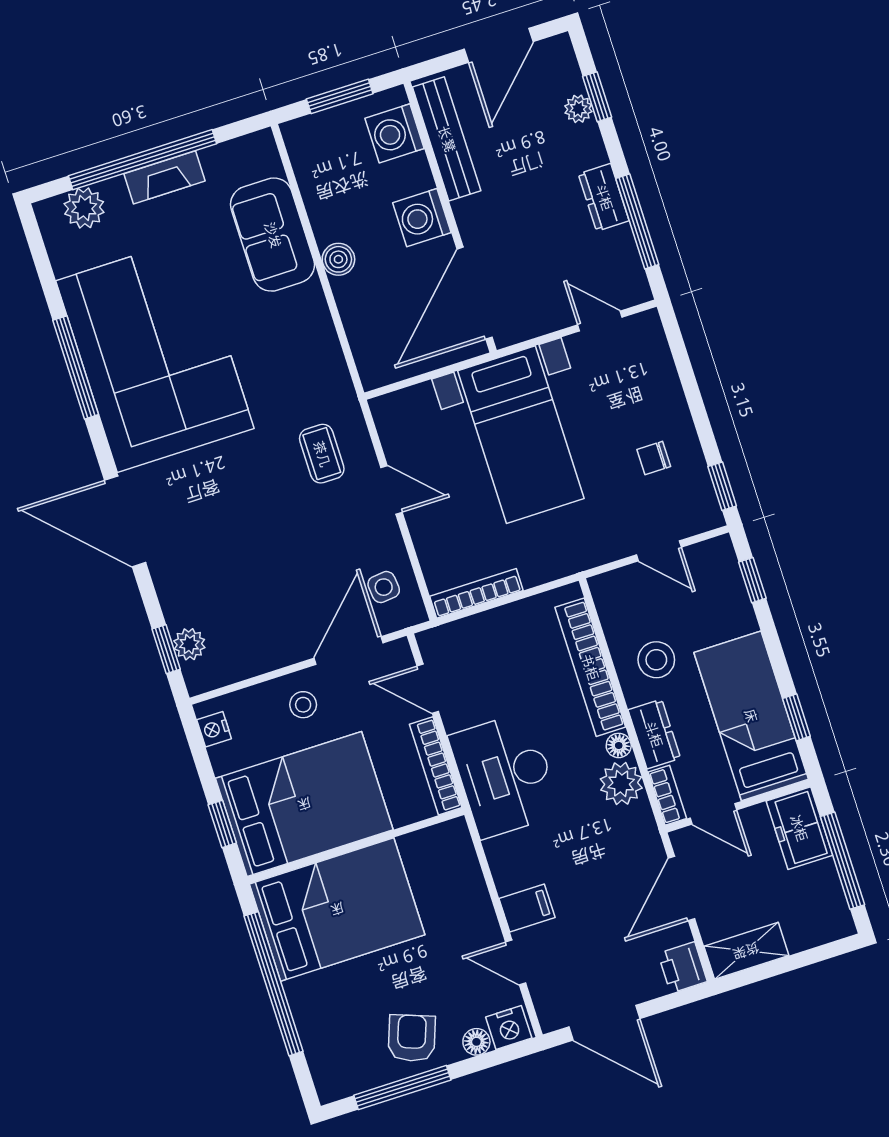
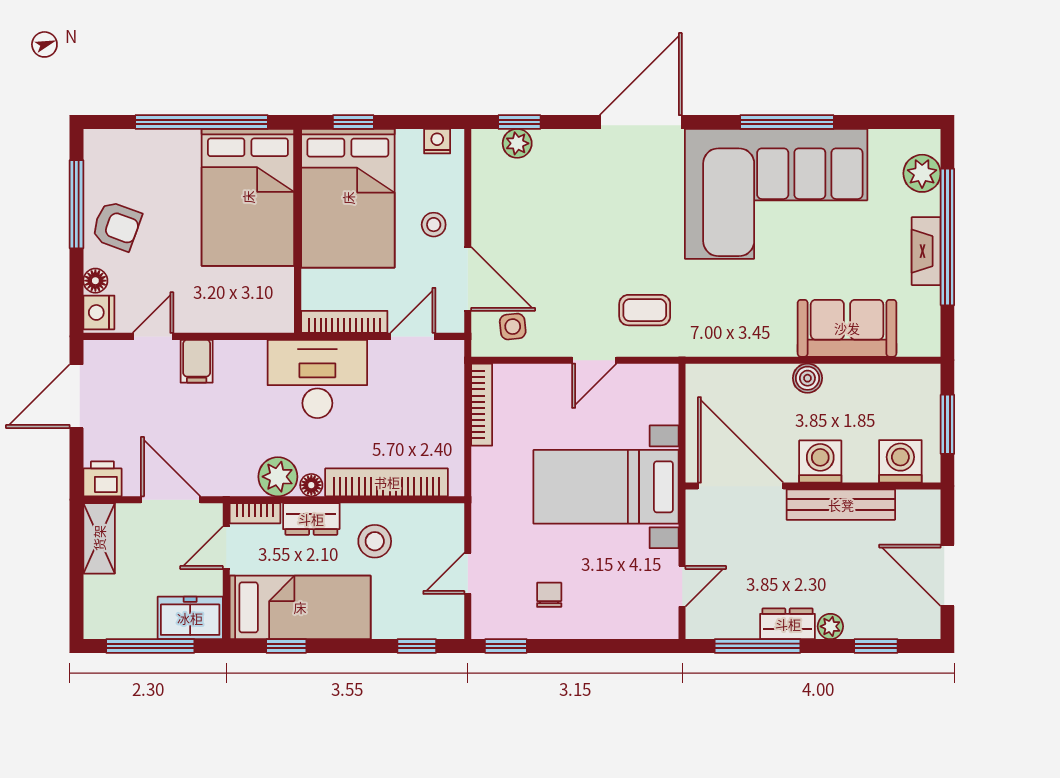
plant: (578, 109) -> (830, 626), moved
bench: (447, 139) -> (841, 505), moved

